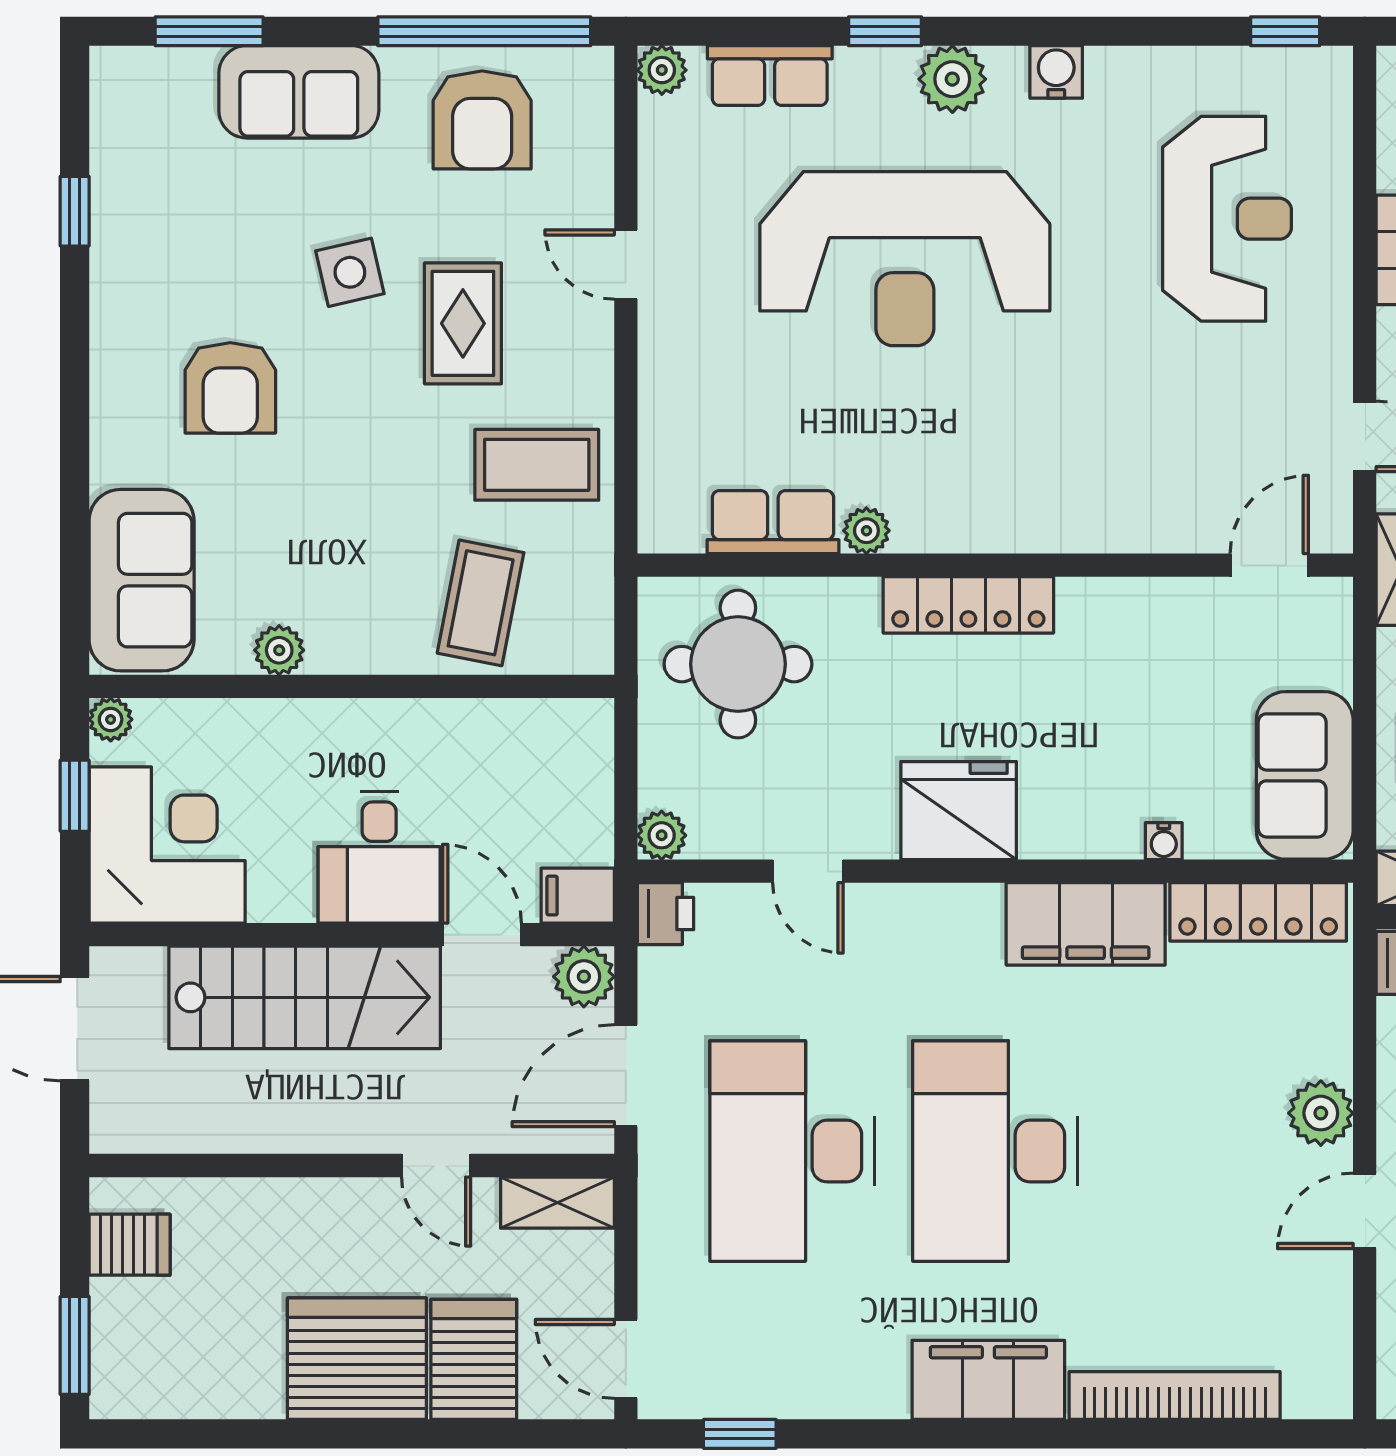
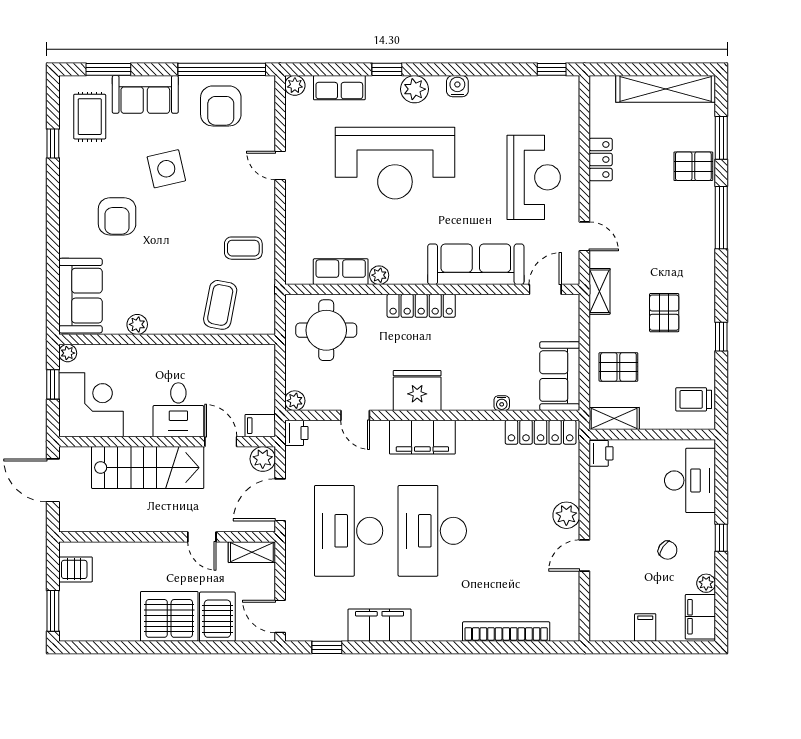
reception desk: (1227, 219) -> (534, 177), moved
side table: (350, 272) -> (166, 169), width x1.37, depth x1.37
rug: (463, 323) -> (90, 117), moved
coffee table: (537, 465) -> (243, 248), width x0.73, depth x0.77
sofa: (1101, 504) -> (476, 264), added
filing cabinet: (1086, 924) -> (422, 437), moved
filing cabinet: (988, 1380) -> (380, 625), moved

